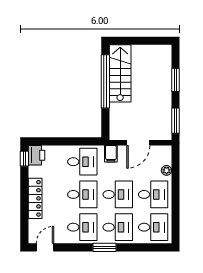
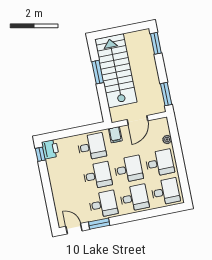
stairs: (120, 73) -> (116, 71), width x1.36, depth x1.51
window: (176, 80) -> (156, 43), moved
window: (105, 81) -> (98, 72), width x0.47
locker: (35, 198) -> (57, 187), removed
door: (45, 247) -> (74, 229), hinge flipped
window: (104, 247) -> (99, 224), moved

